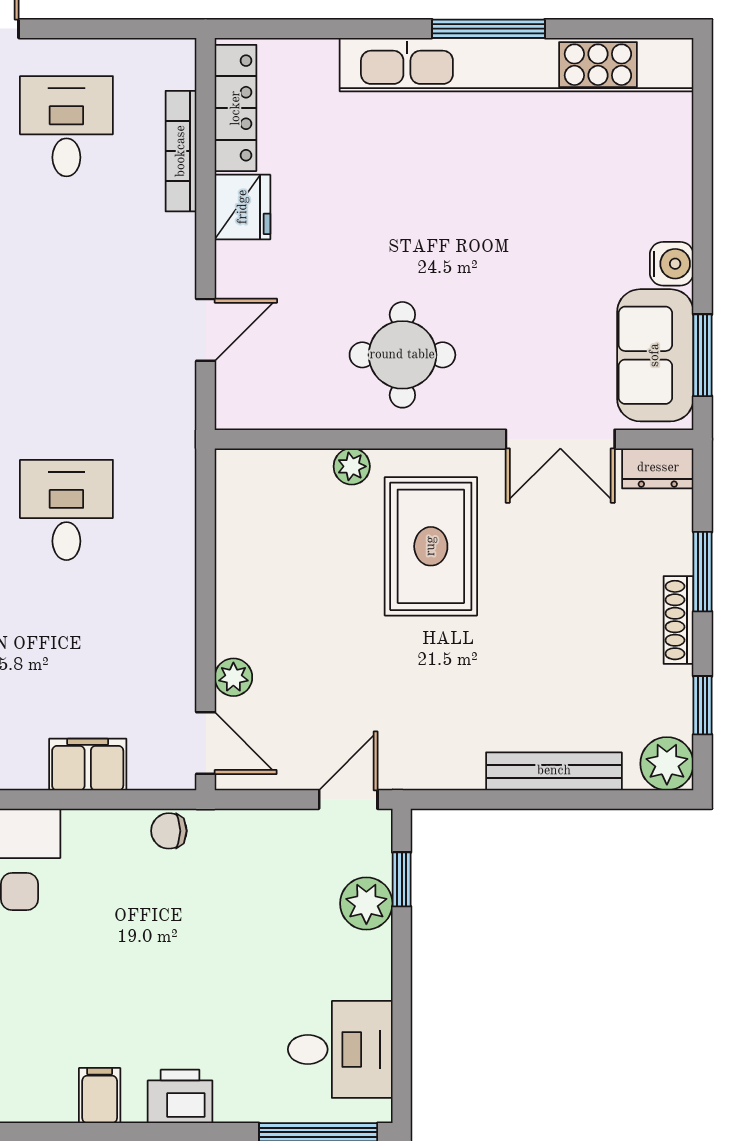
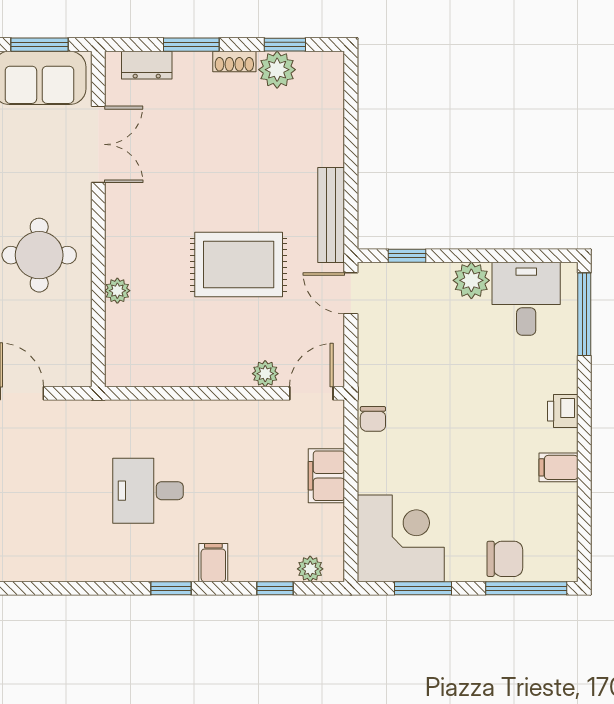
dresser: (658, 468) -> (147, 65), moved, turned 90
rug: (431, 546) -> (239, 265), moved
shoe rack: (679, 620) -> (234, 61), width x0.70
plant: (667, 764) -> (277, 70), moved
bench: (554, 771) -> (331, 215), moved
plant: (366, 903) -> (471, 280), moved
printer: (180, 1096) -> (563, 411), width x0.73, depth x0.81

